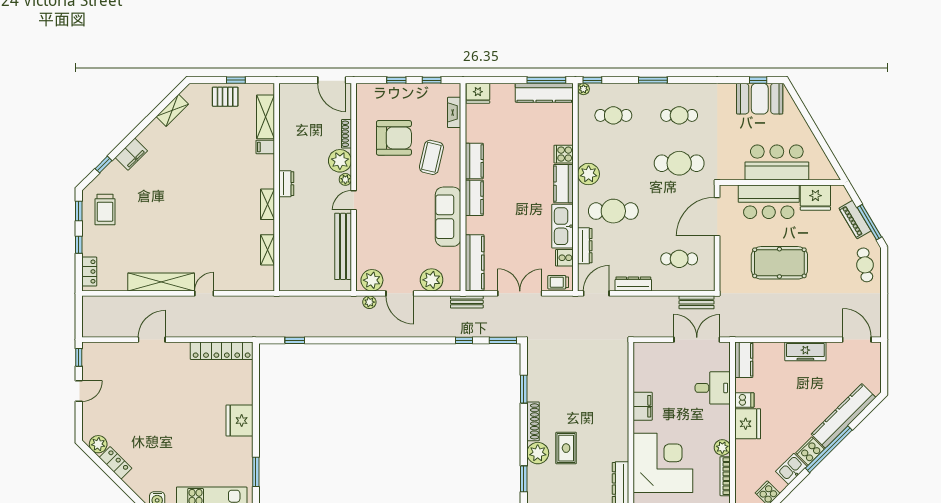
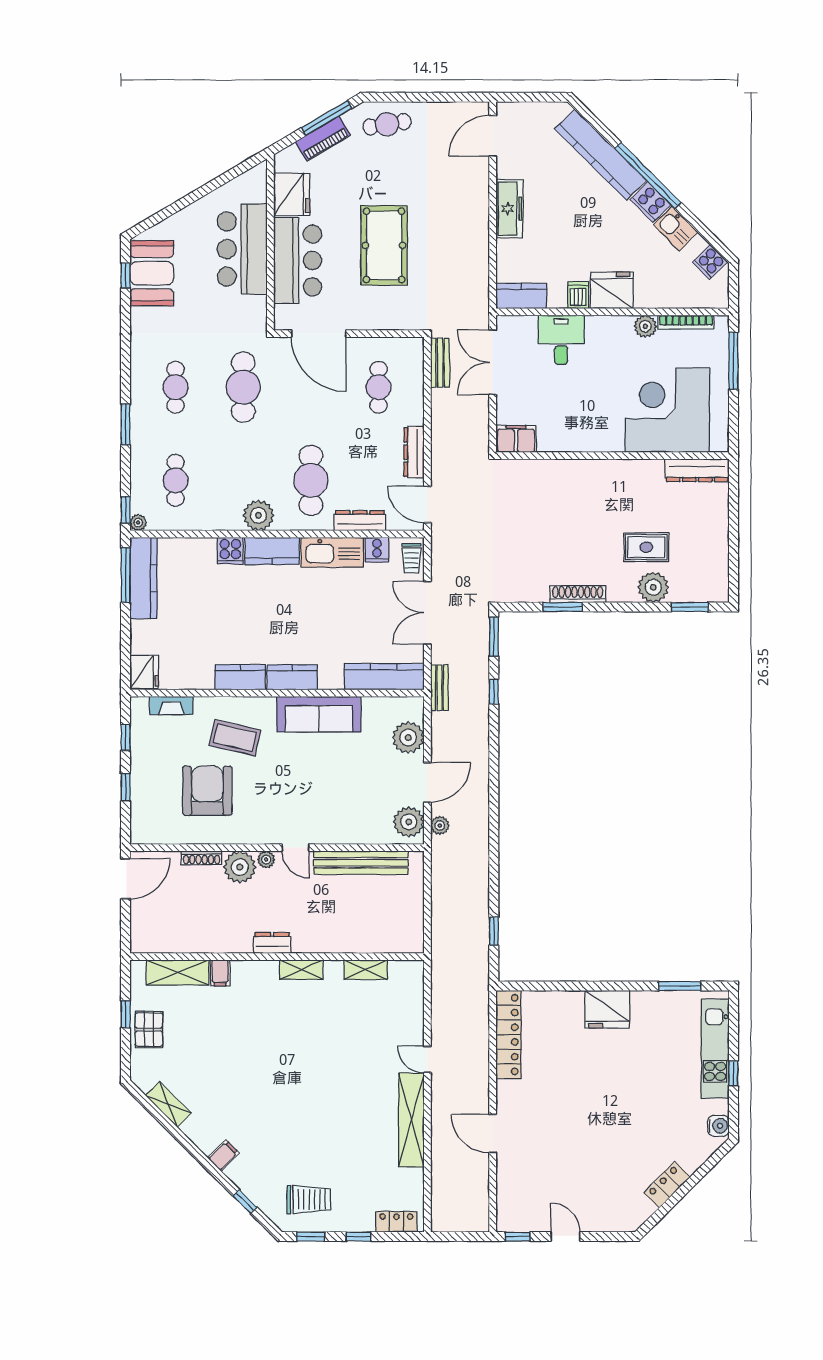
filing cabinet: (131, 154) -> (223, 1155), width x0.50
filing cabinet: (643, 406) -> (516, 439), moved
shoe rack: (533, 421) -> (578, 594), moved
plant: (98, 444) -> (641, 1209), removed

